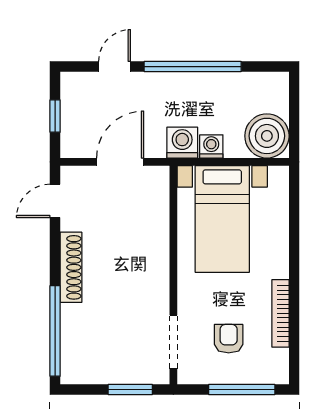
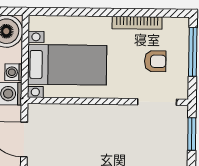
armchair: (229, 339) -> (155, 61), turned 180

